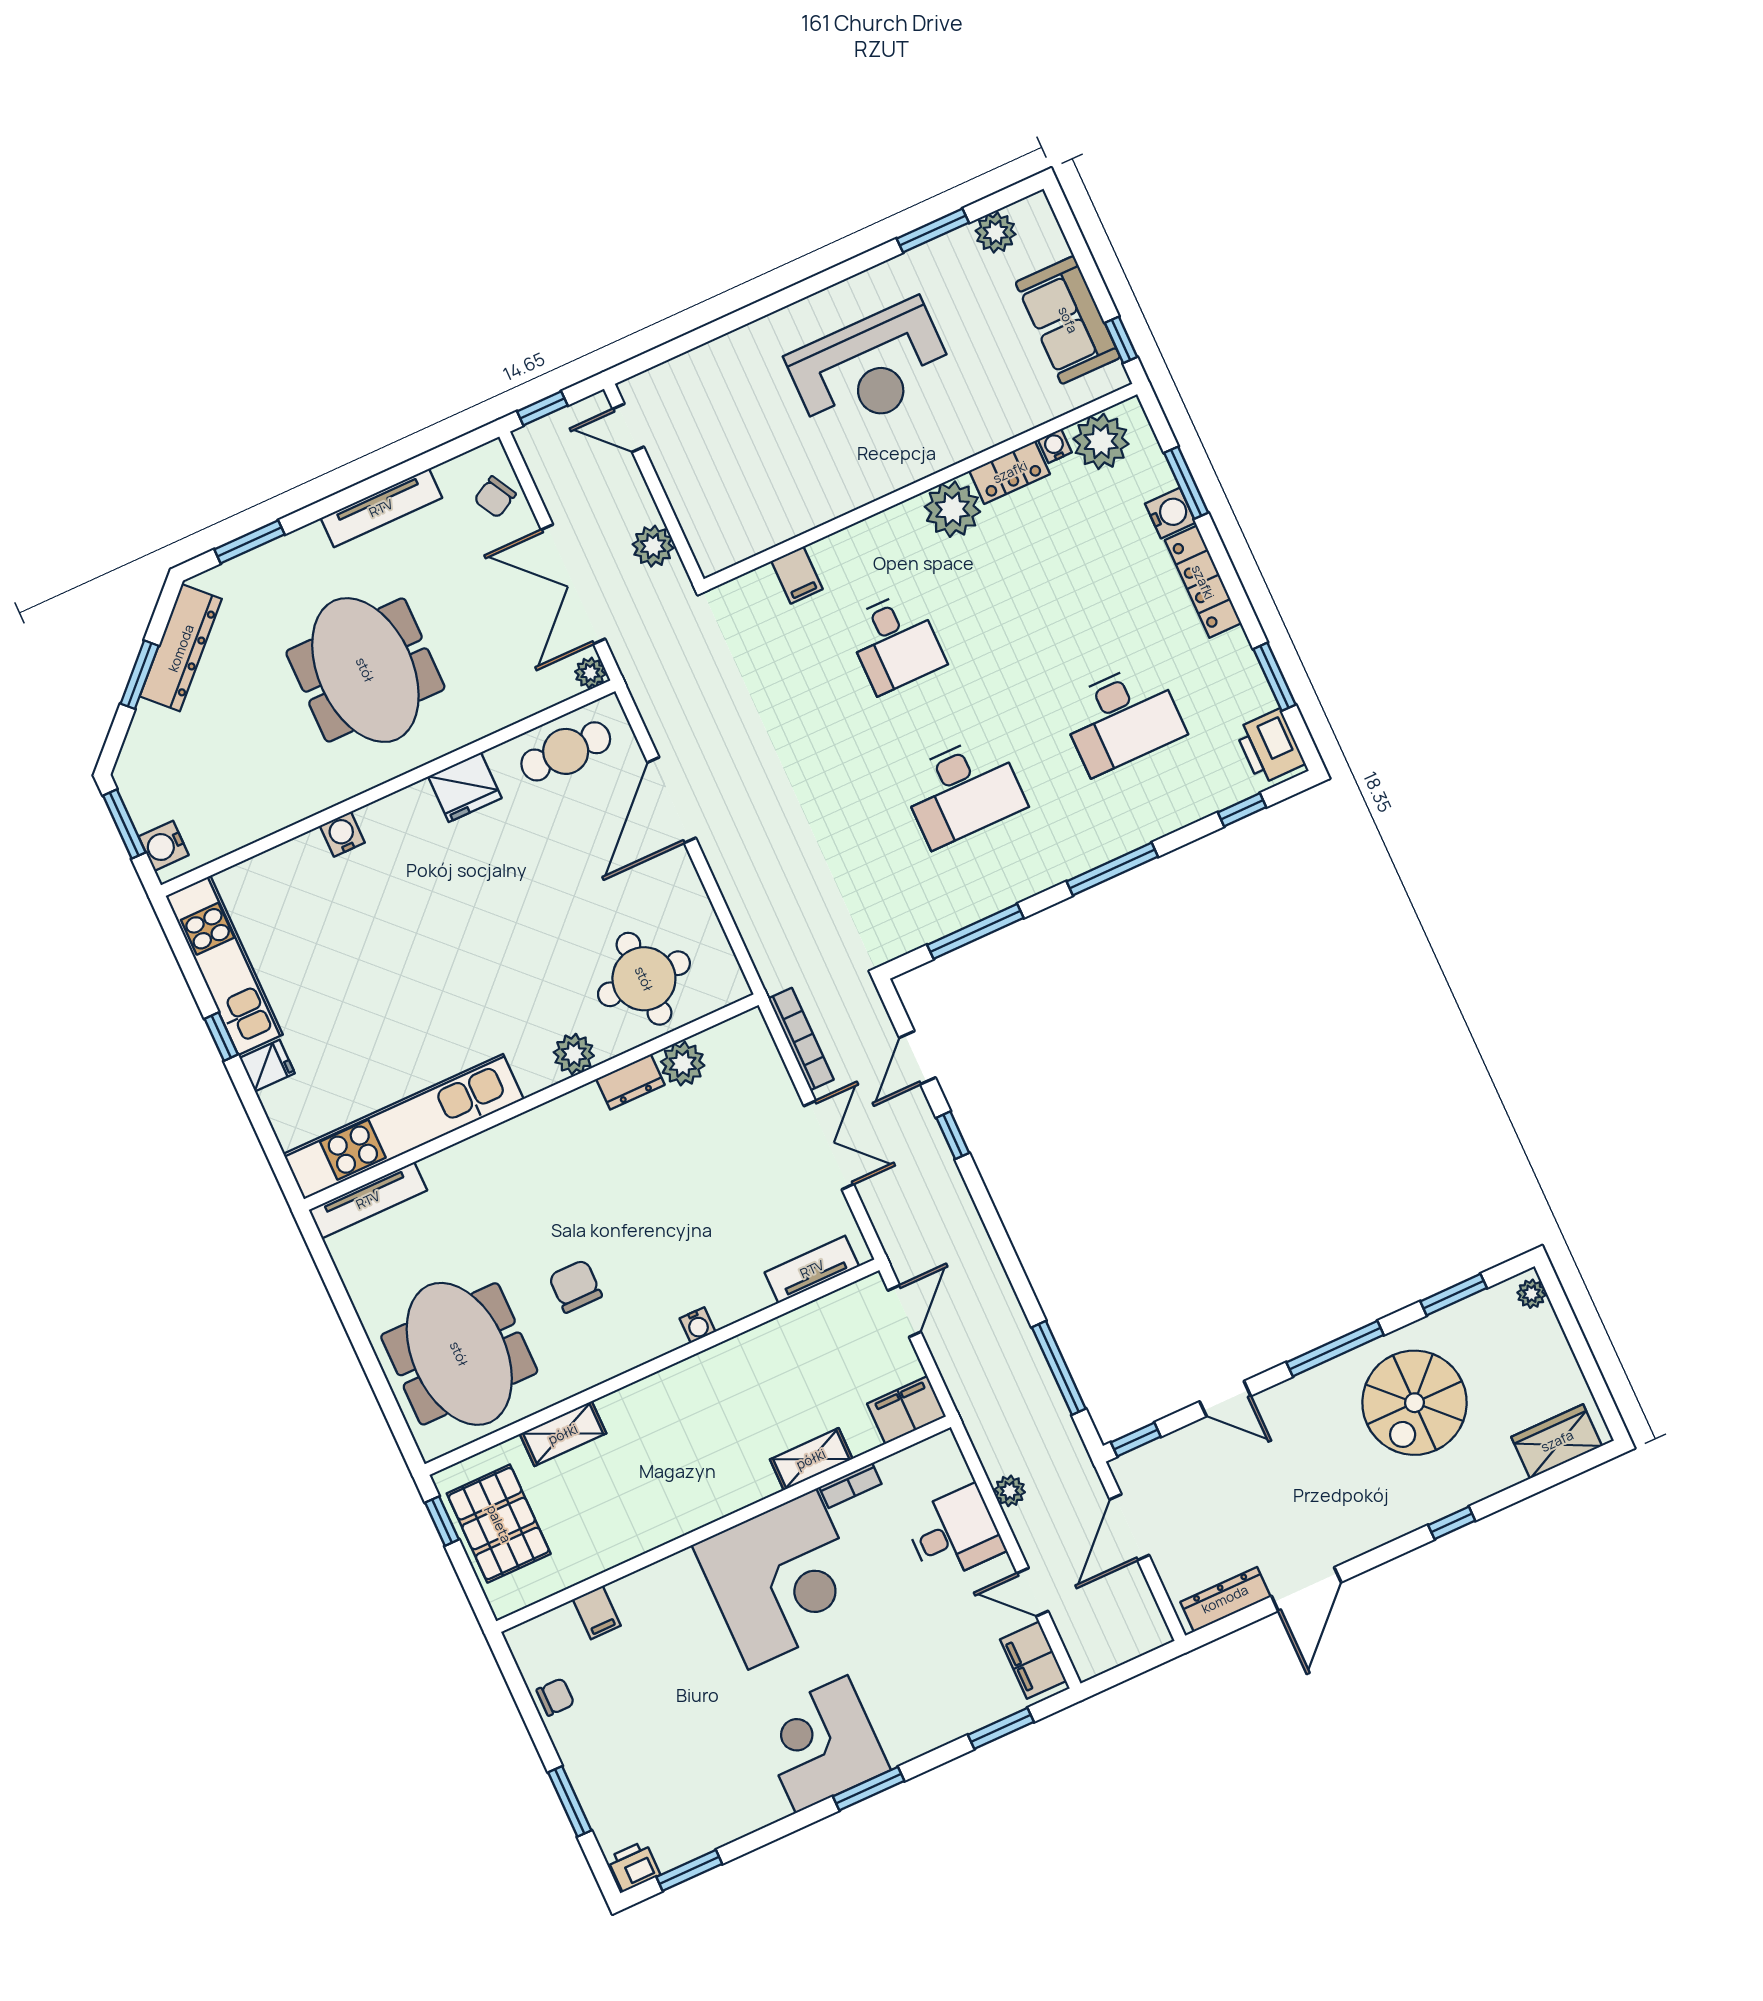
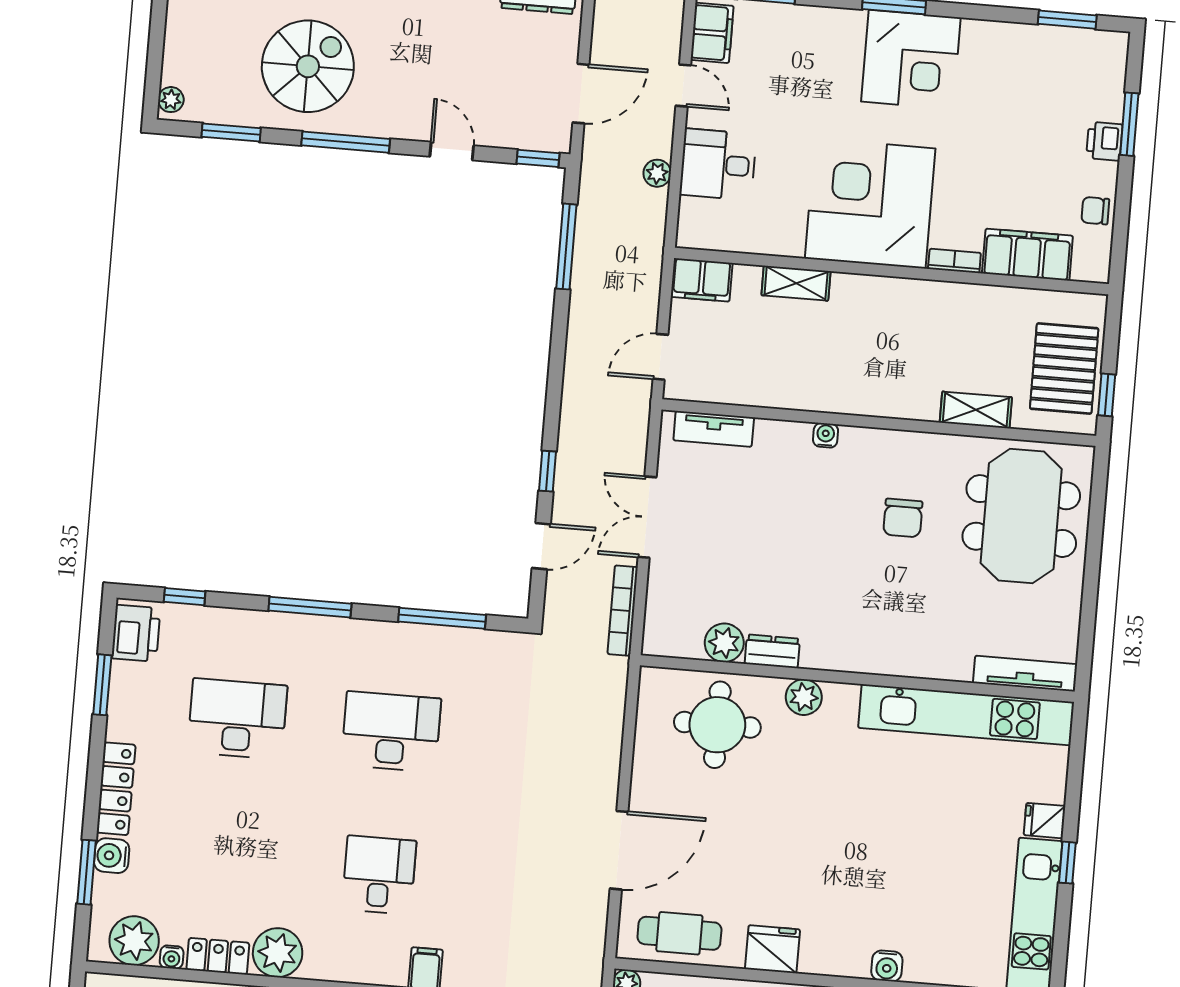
bookcase: (850, 1485) -> (954, 261), moved
filing cabinet: (597, 1612) -> (1027, 255), width x3.00, depth x1.17
printer: (634, 1866) -> (1104, 141), moved, turned 90

